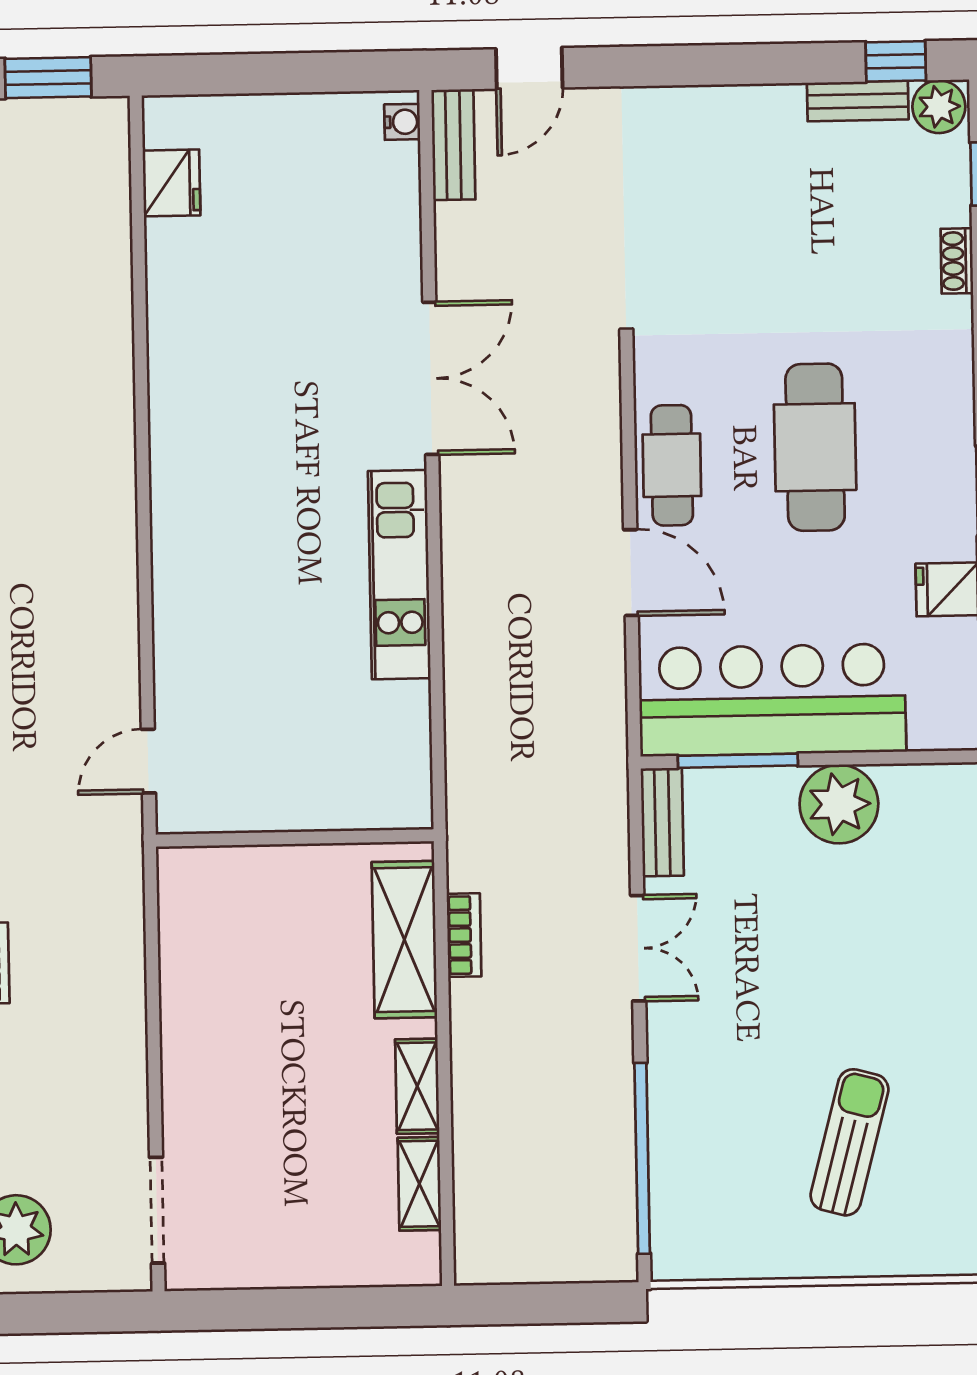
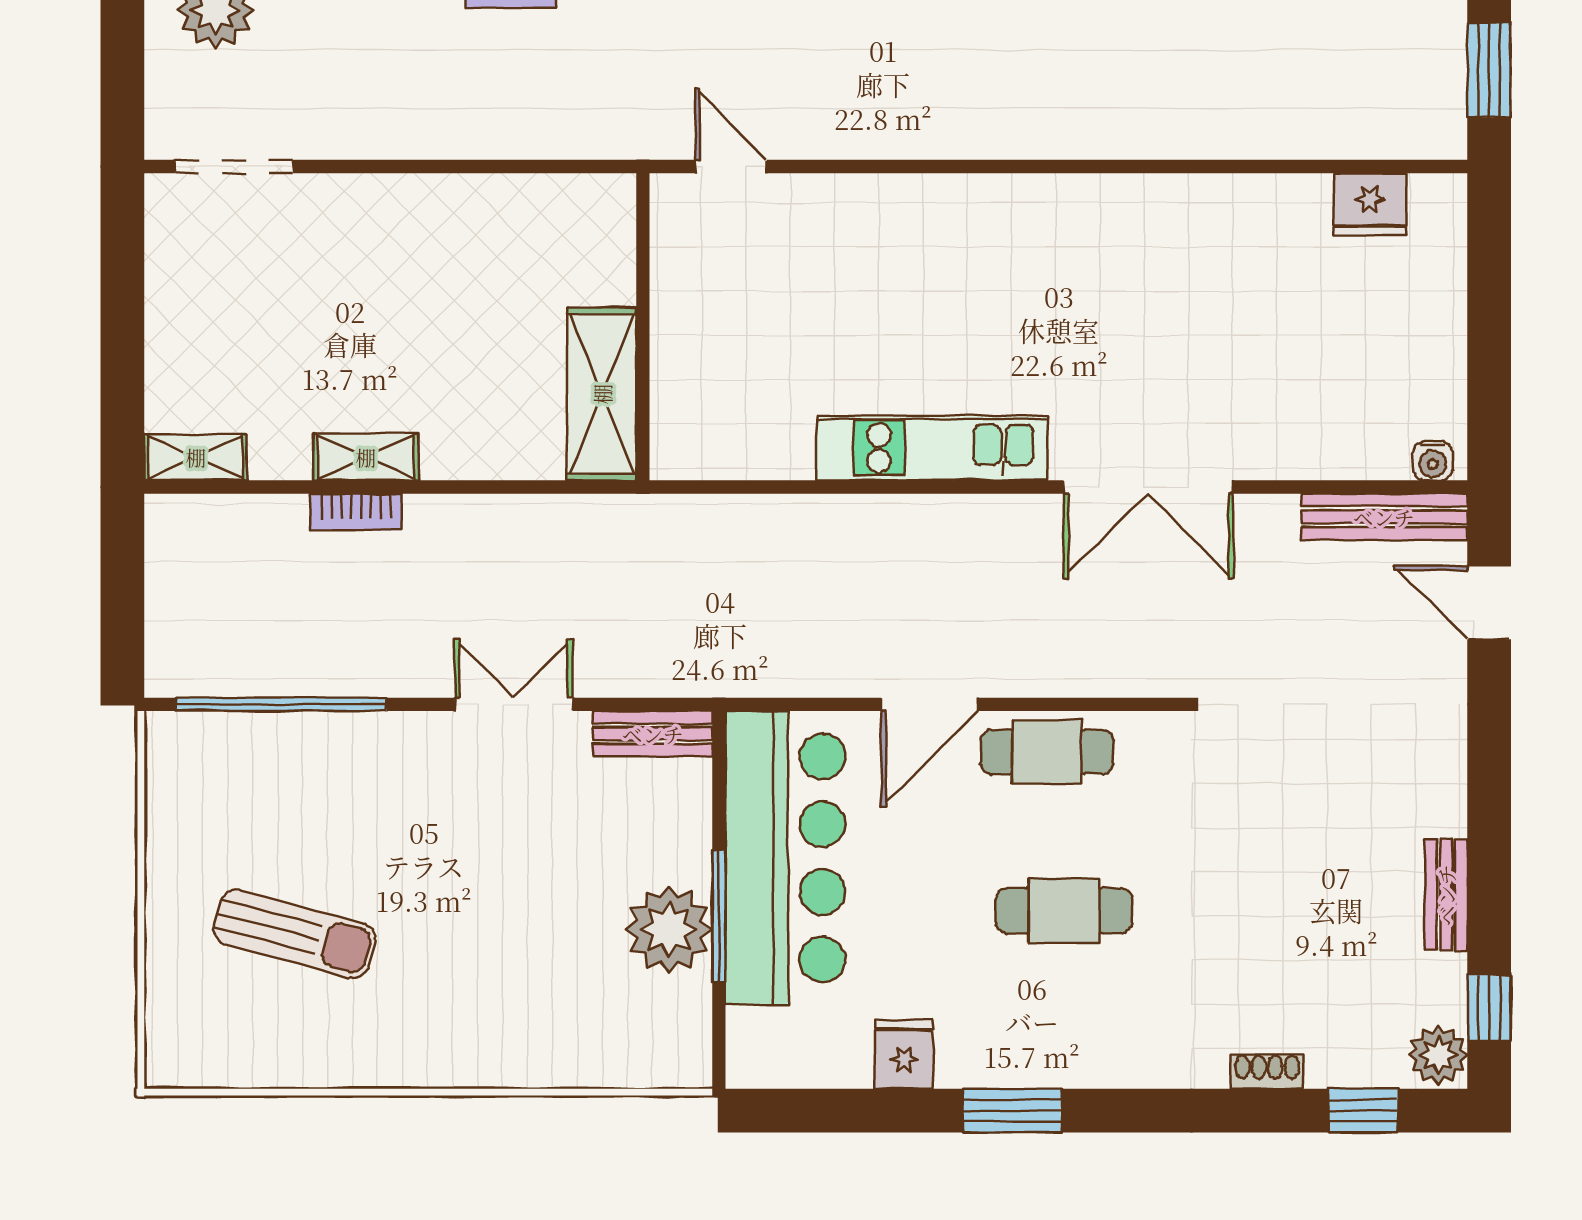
bench: (858, 101) -> (1446, 895), moved
bench: (453, 145) -> (1384, 517), width x1.36
cafe table: (815, 447) -> (1064, 911), width x0.73, depth x0.74
window: (738, 761) -> (719, 916), moved
bookcase: (464, 935) -> (356, 512), moved
shelving: (404, 940) -> (602, 394), moved, turned 90
double door: (638, 948) -> (514, 704), swing flipped
shelving: (419, 1184) -> (196, 457), moved

